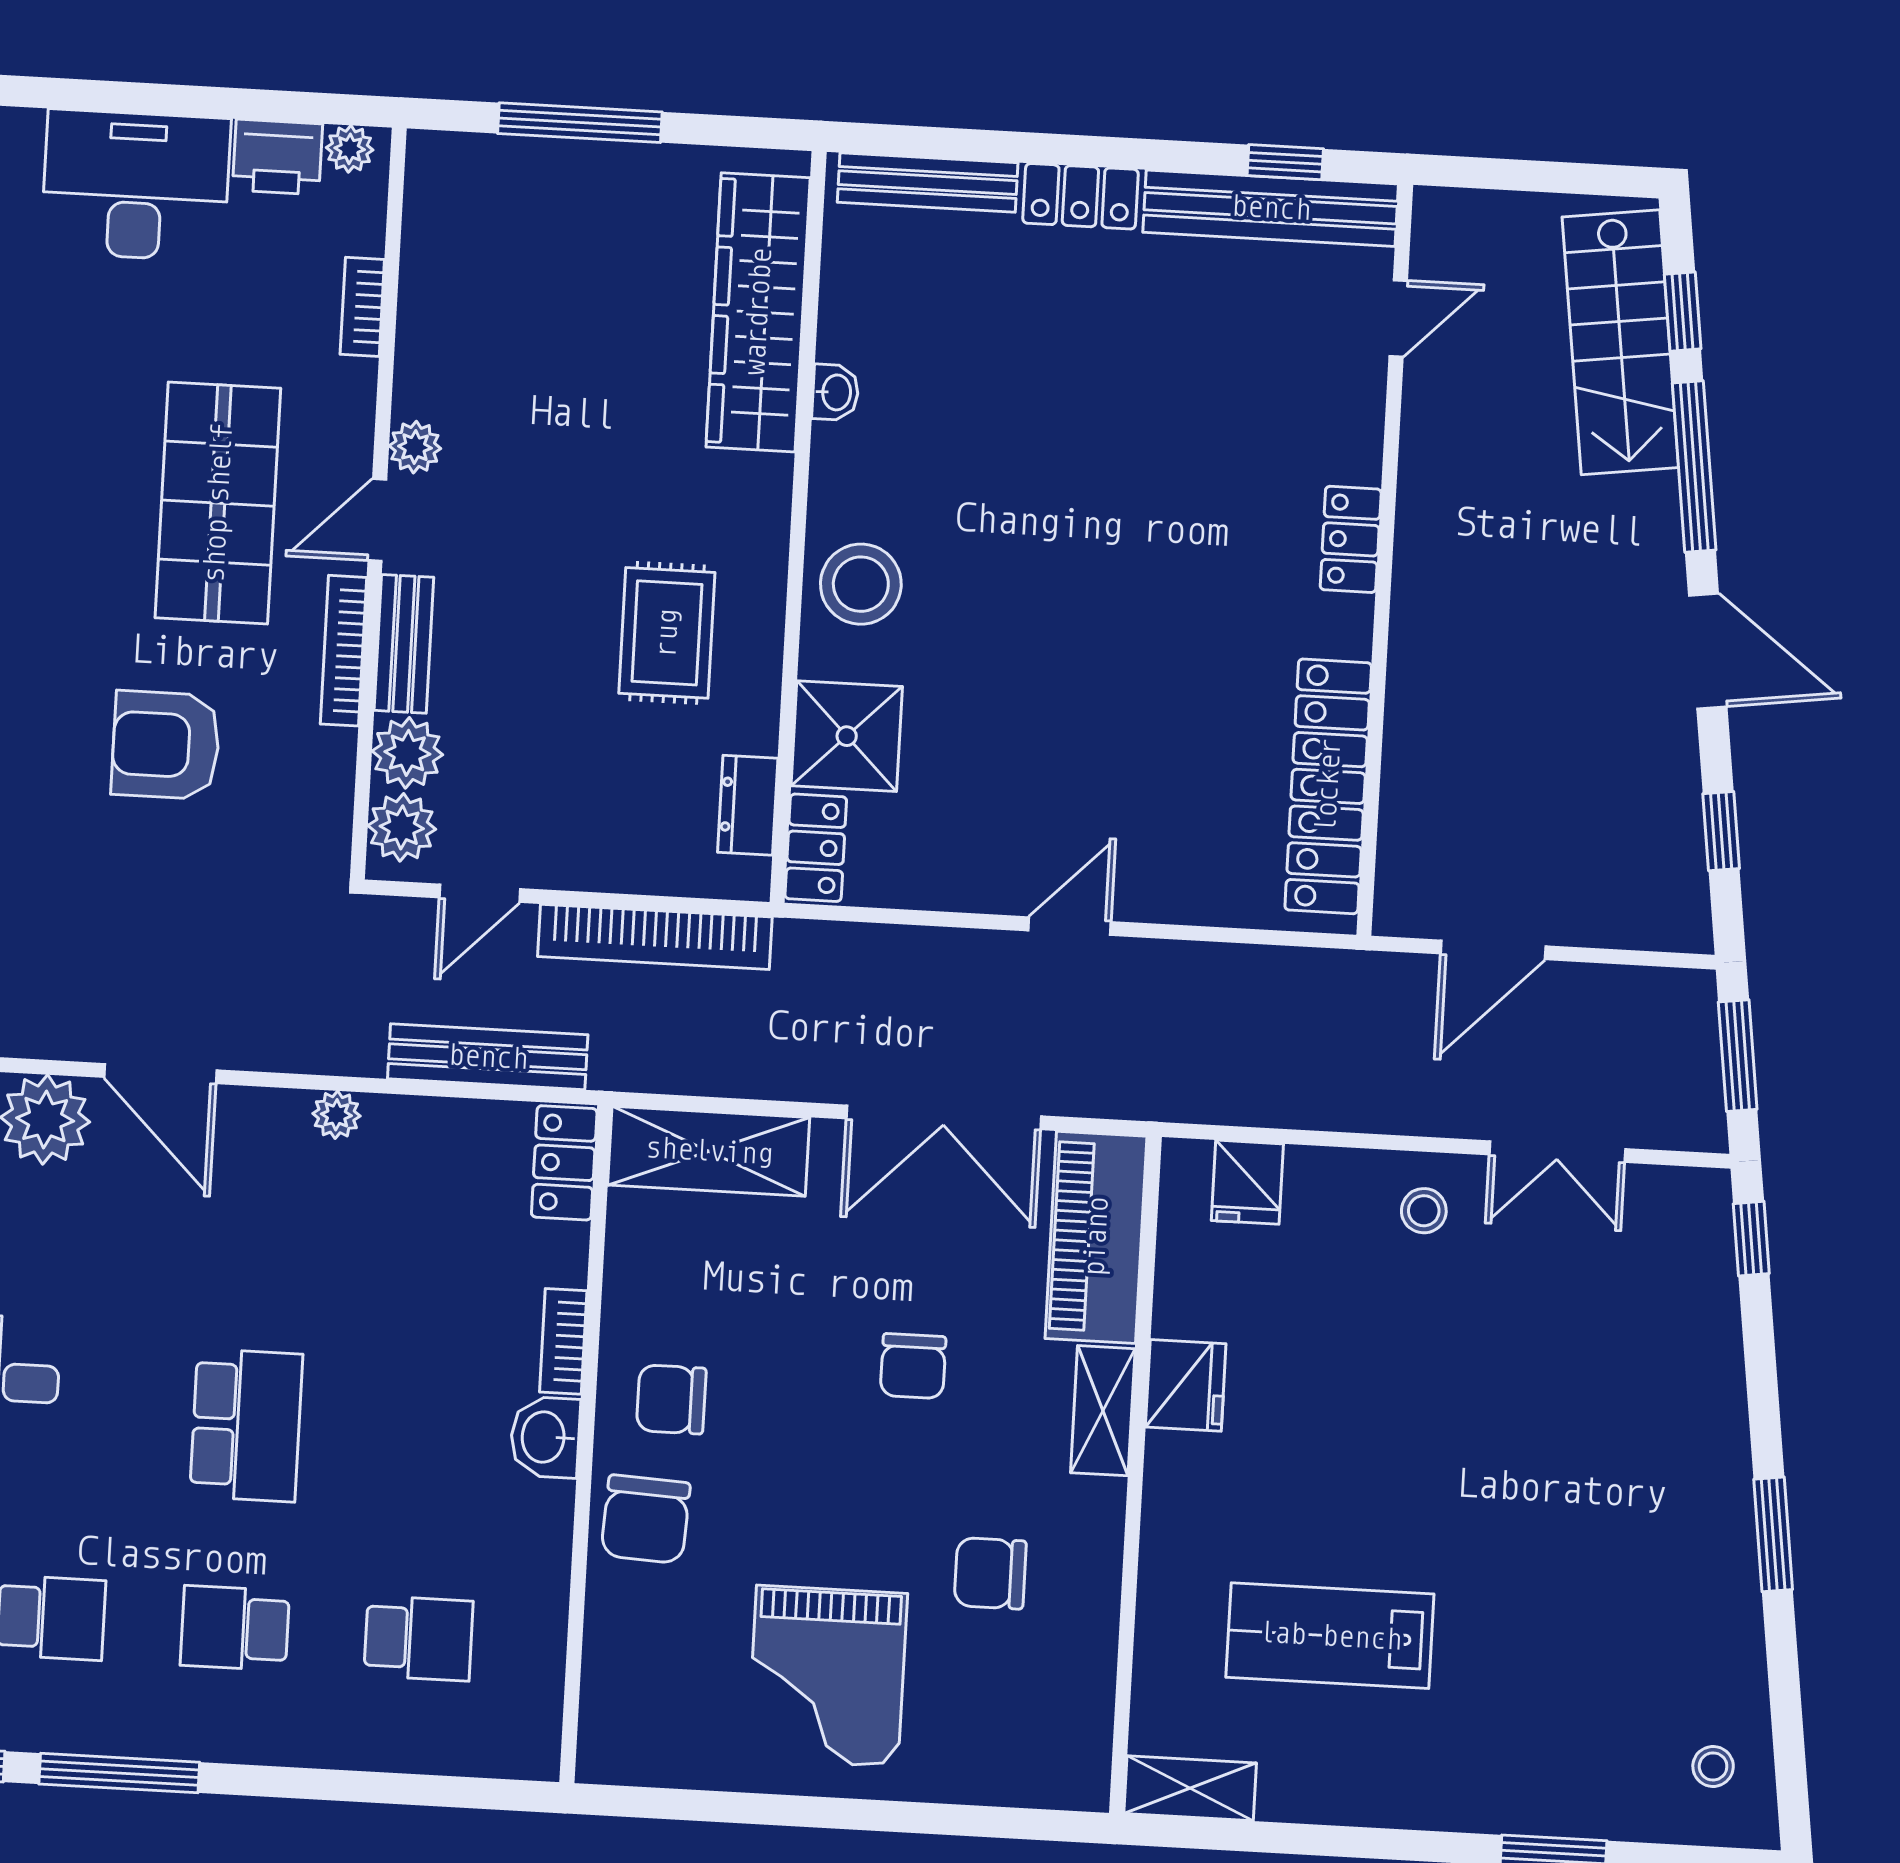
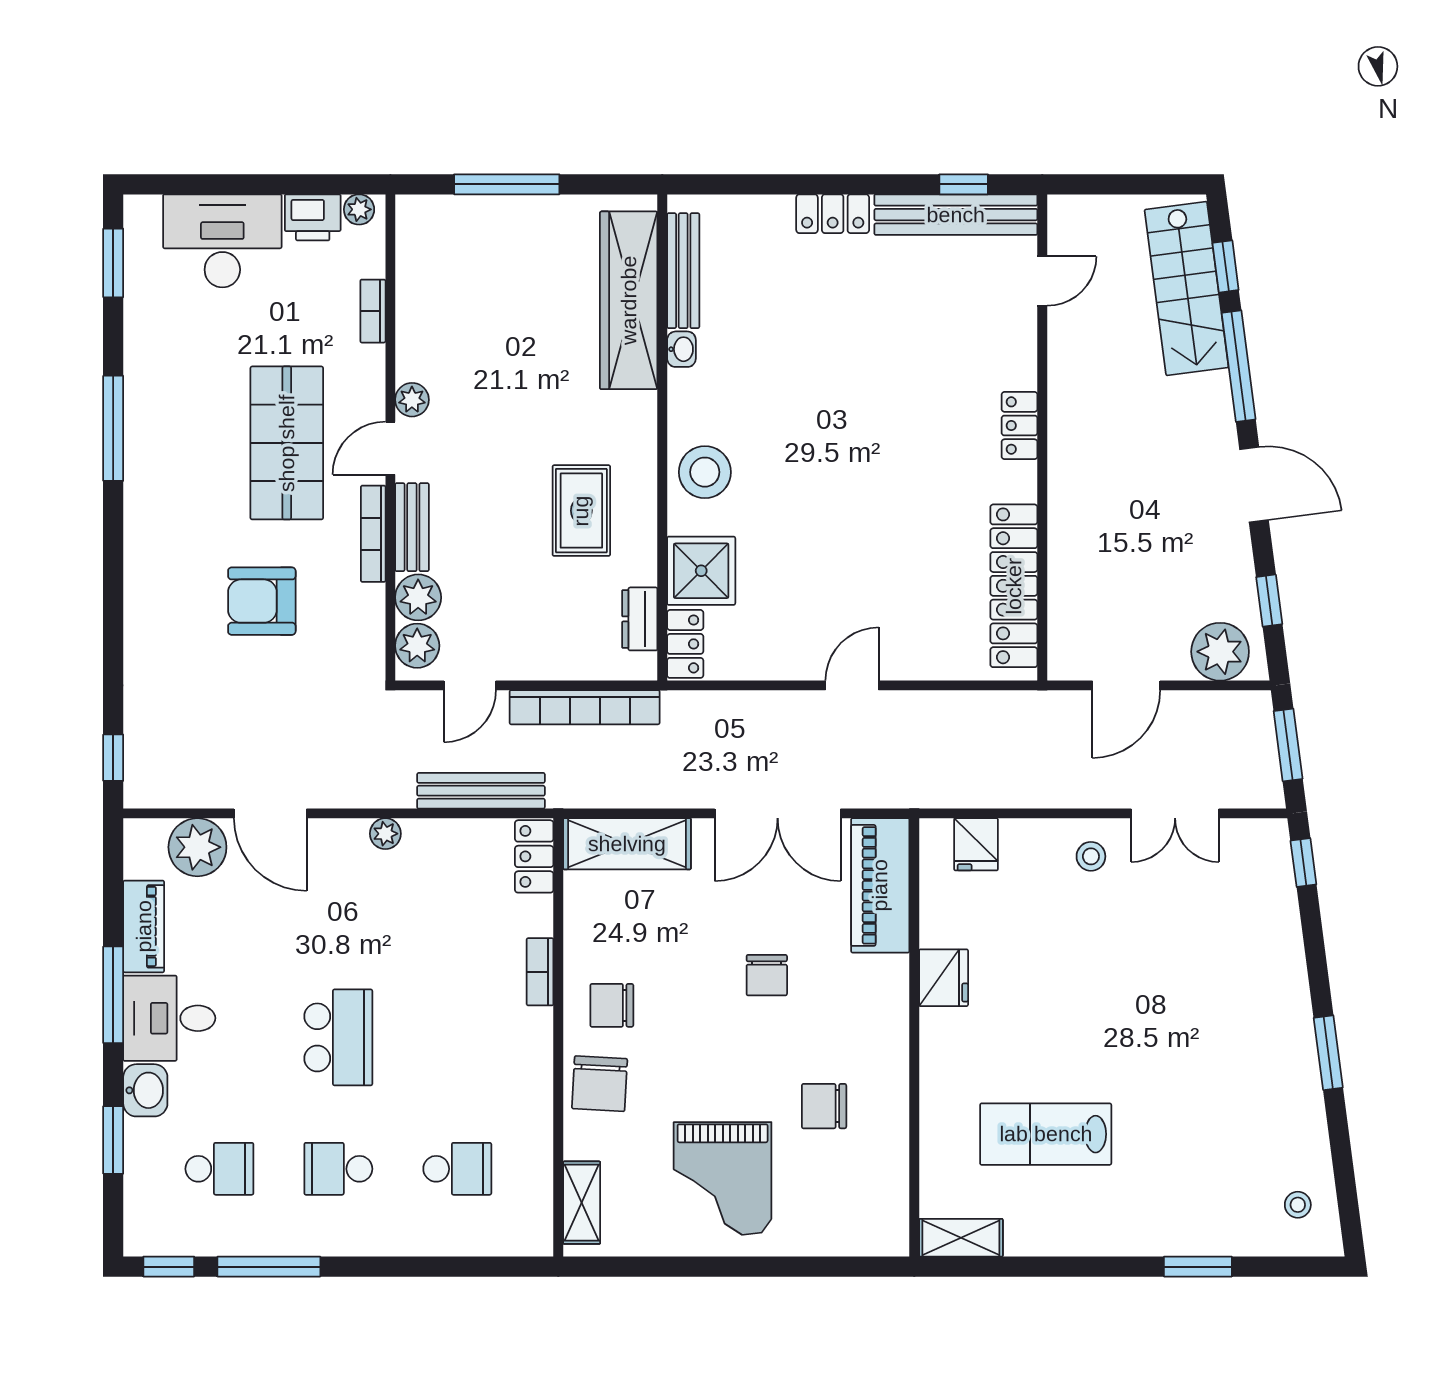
bench: (928, 183) -> (683, 271), moved, turned 90
plant: (1641, 906) -> (1220, 652), added
shelving: (1103, 1411) -> (582, 1203), moved
washbasin: (545, 1437) -> (532, 1034), removed

